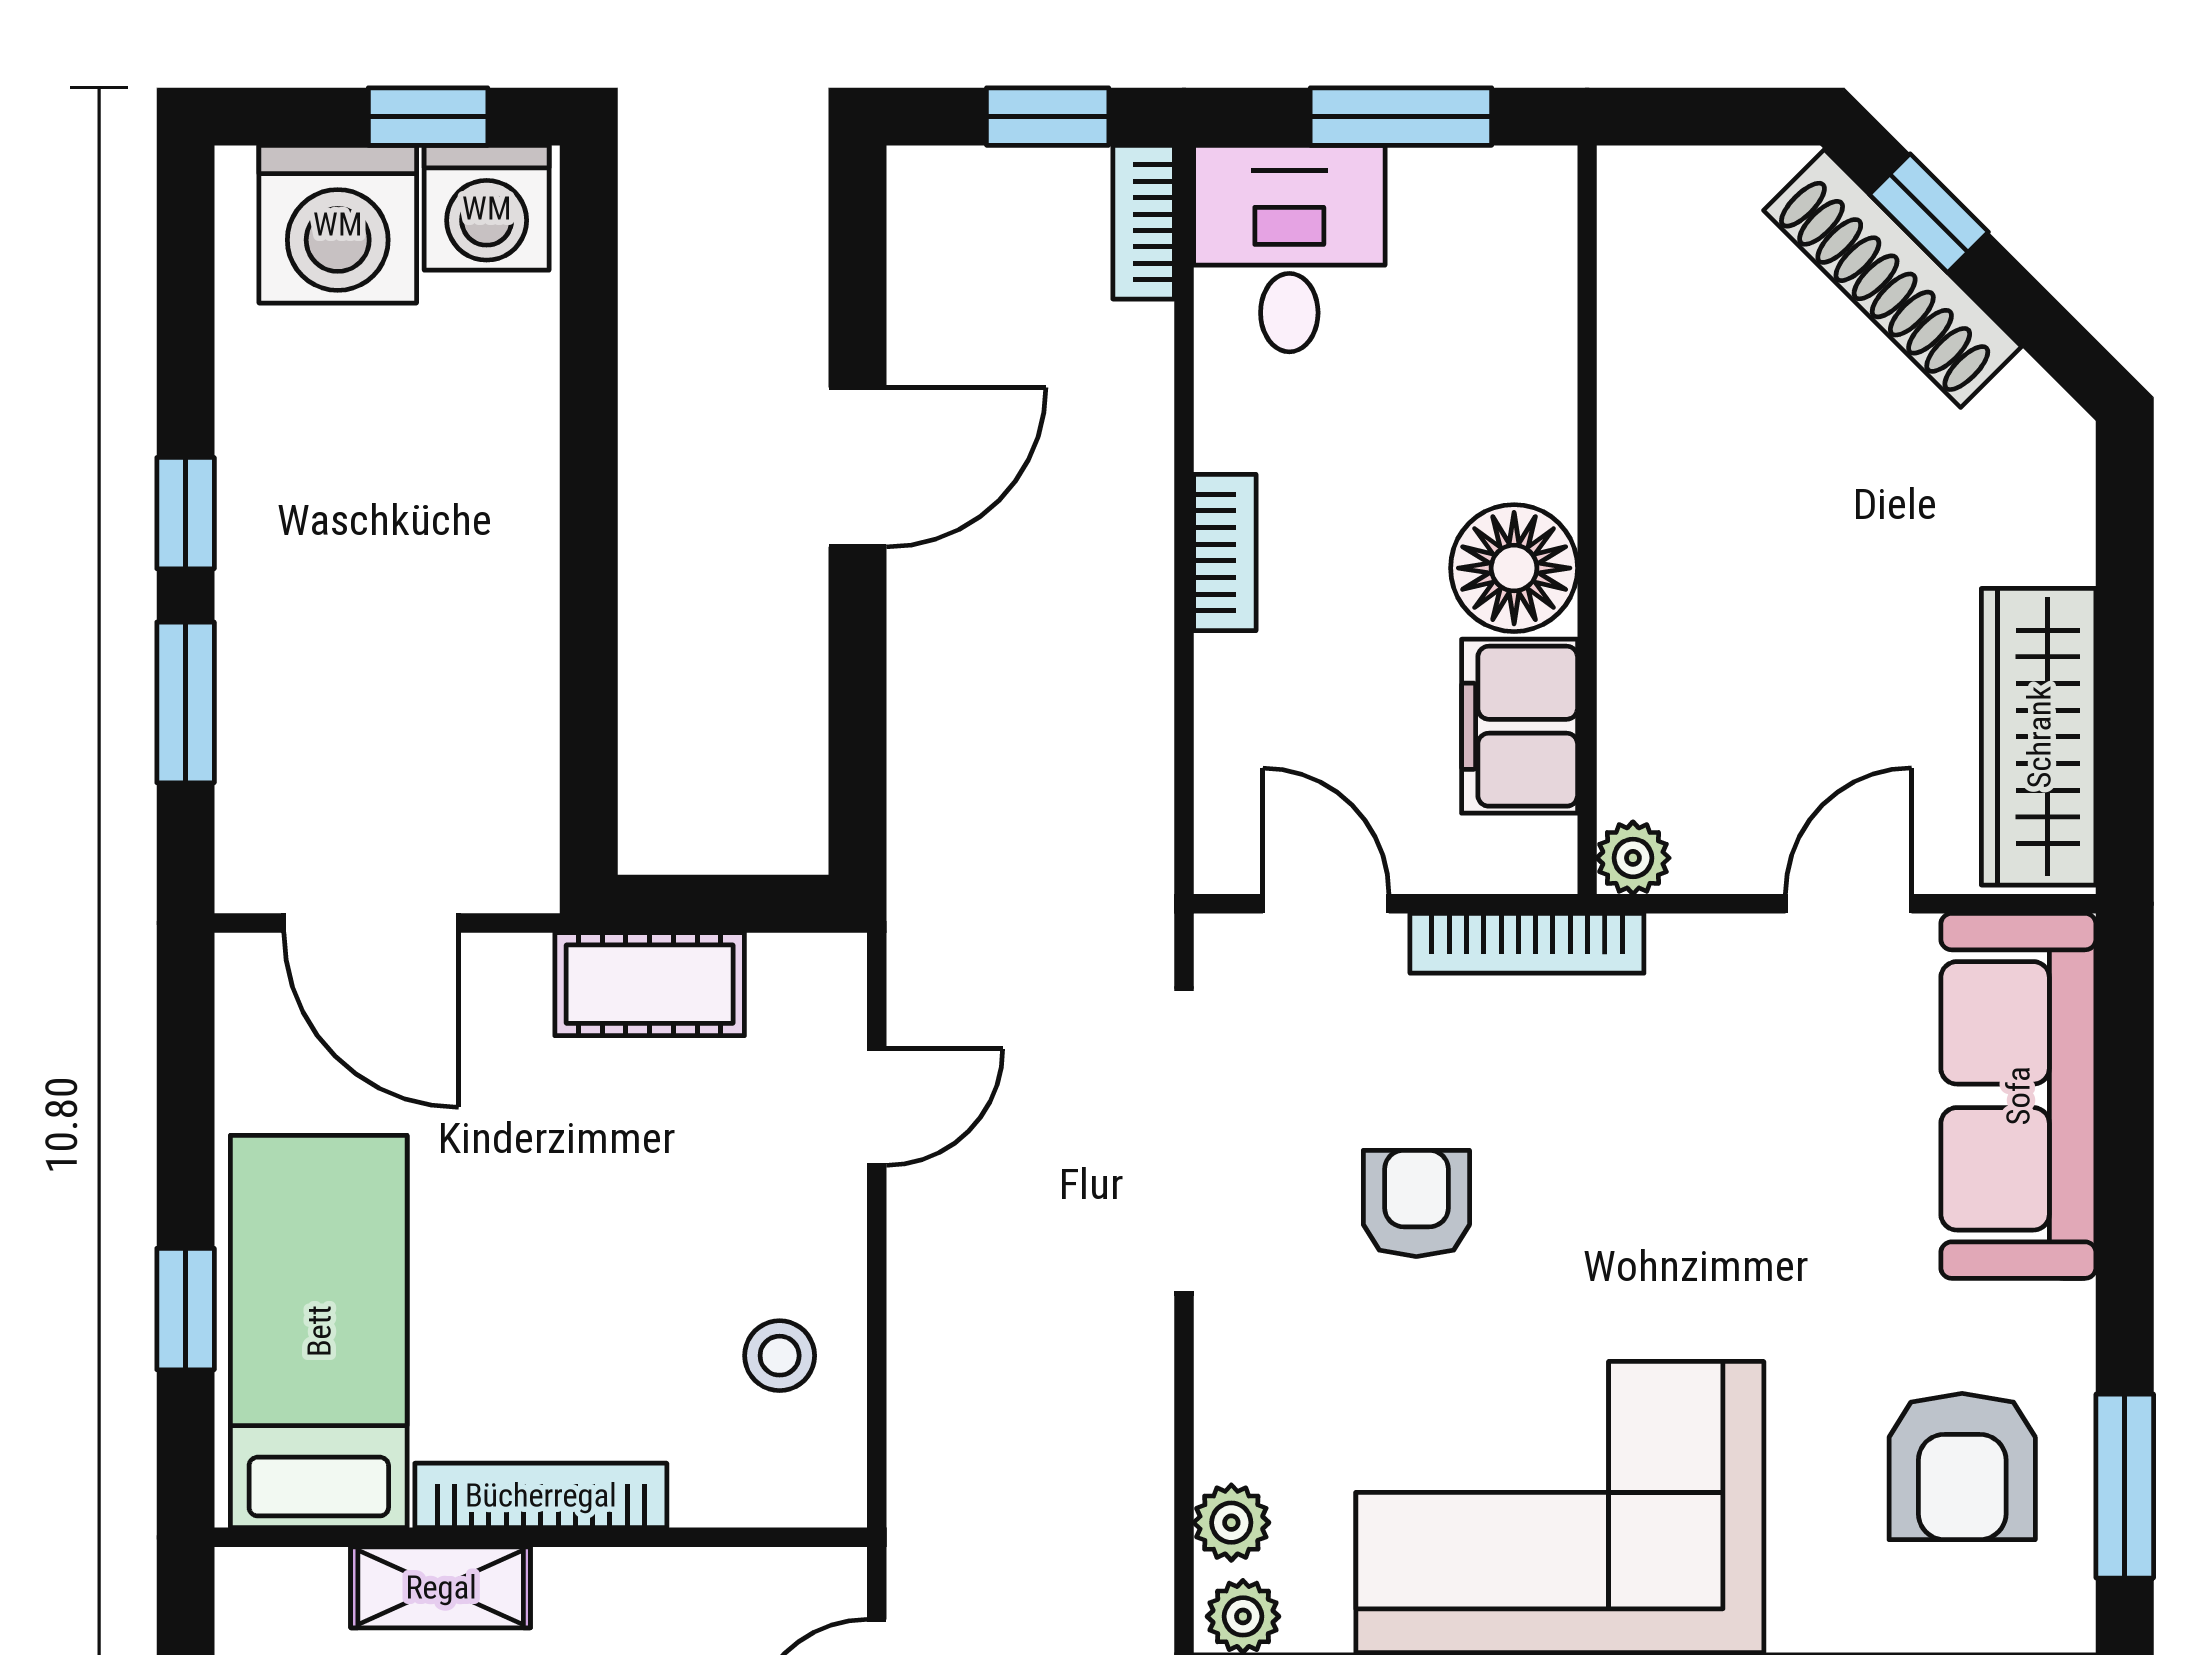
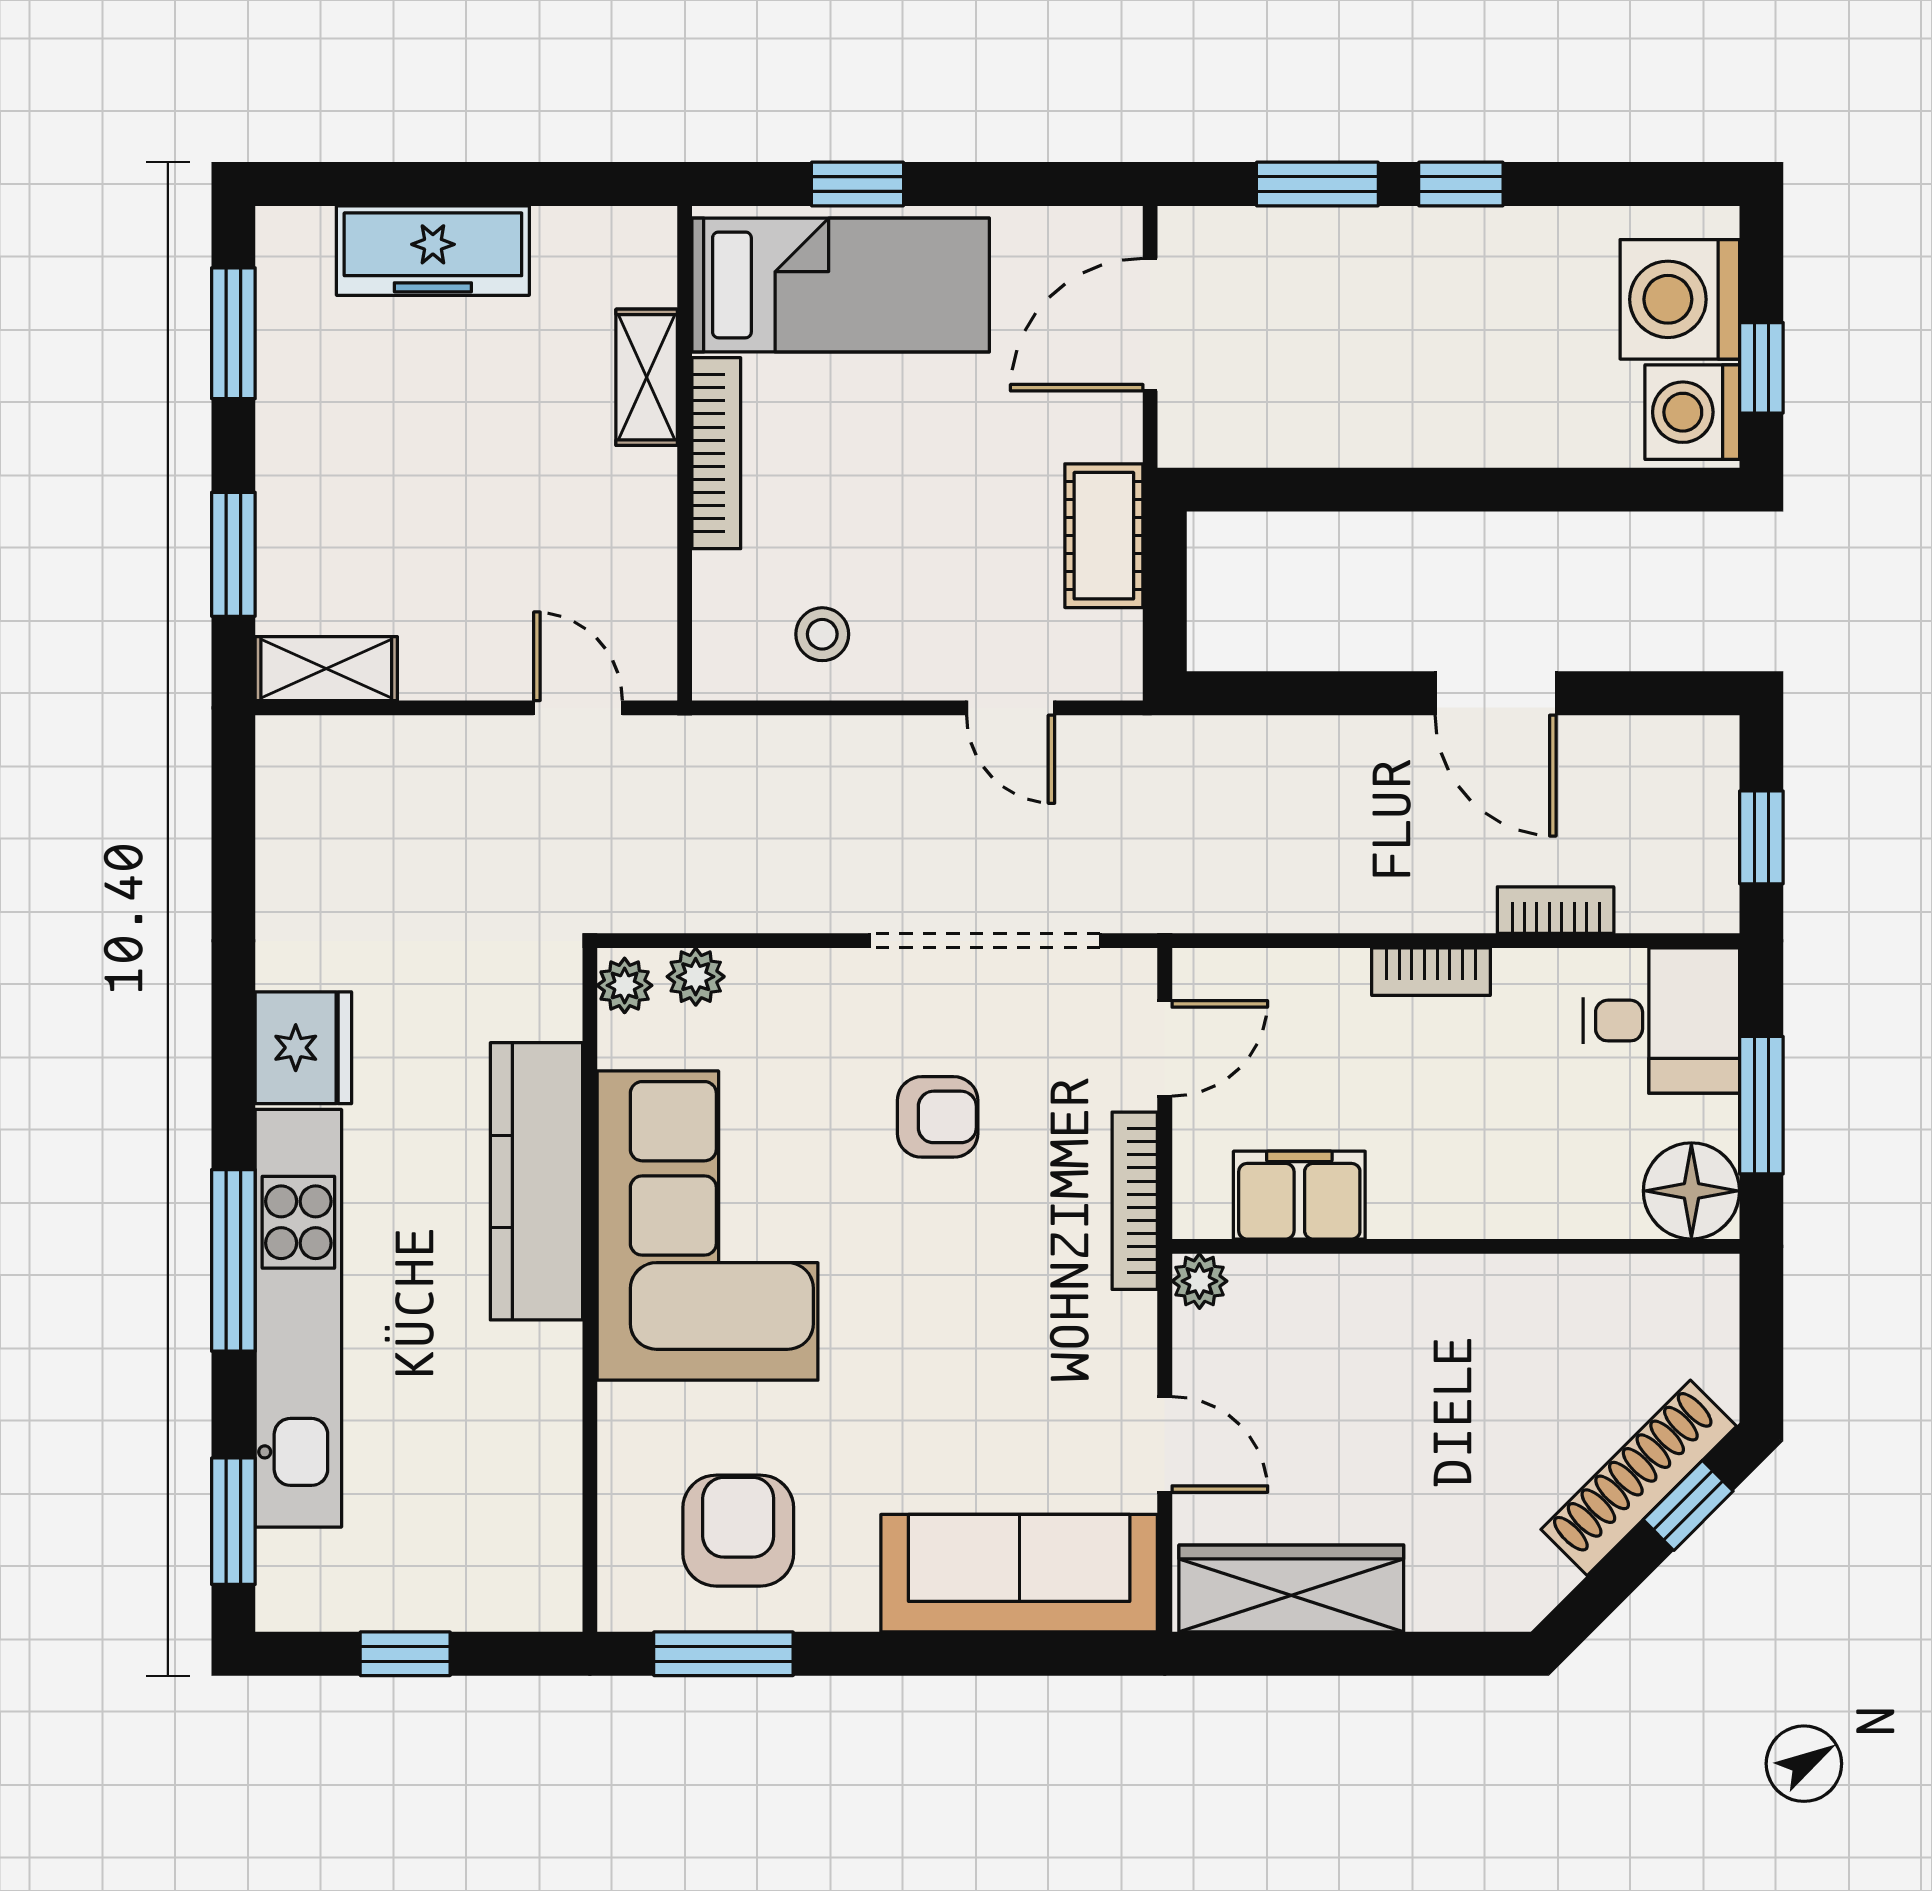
bookcase: (1144, 222) -> (1556, 910), moved
floor lamp: (1514, 568) -> (1691, 1191), moved
armchair: (1962, 1466) -> (738, 1531), turned 90

